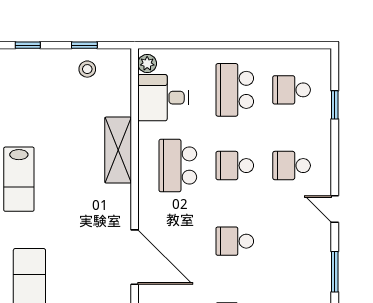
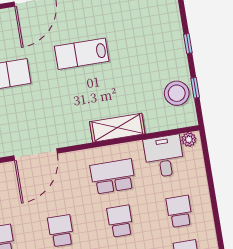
stool: (87, 69) -> (177, 93), width x1.89, depth x1.89
school desk: (235, 90) -> (179, 211), width x0.54

